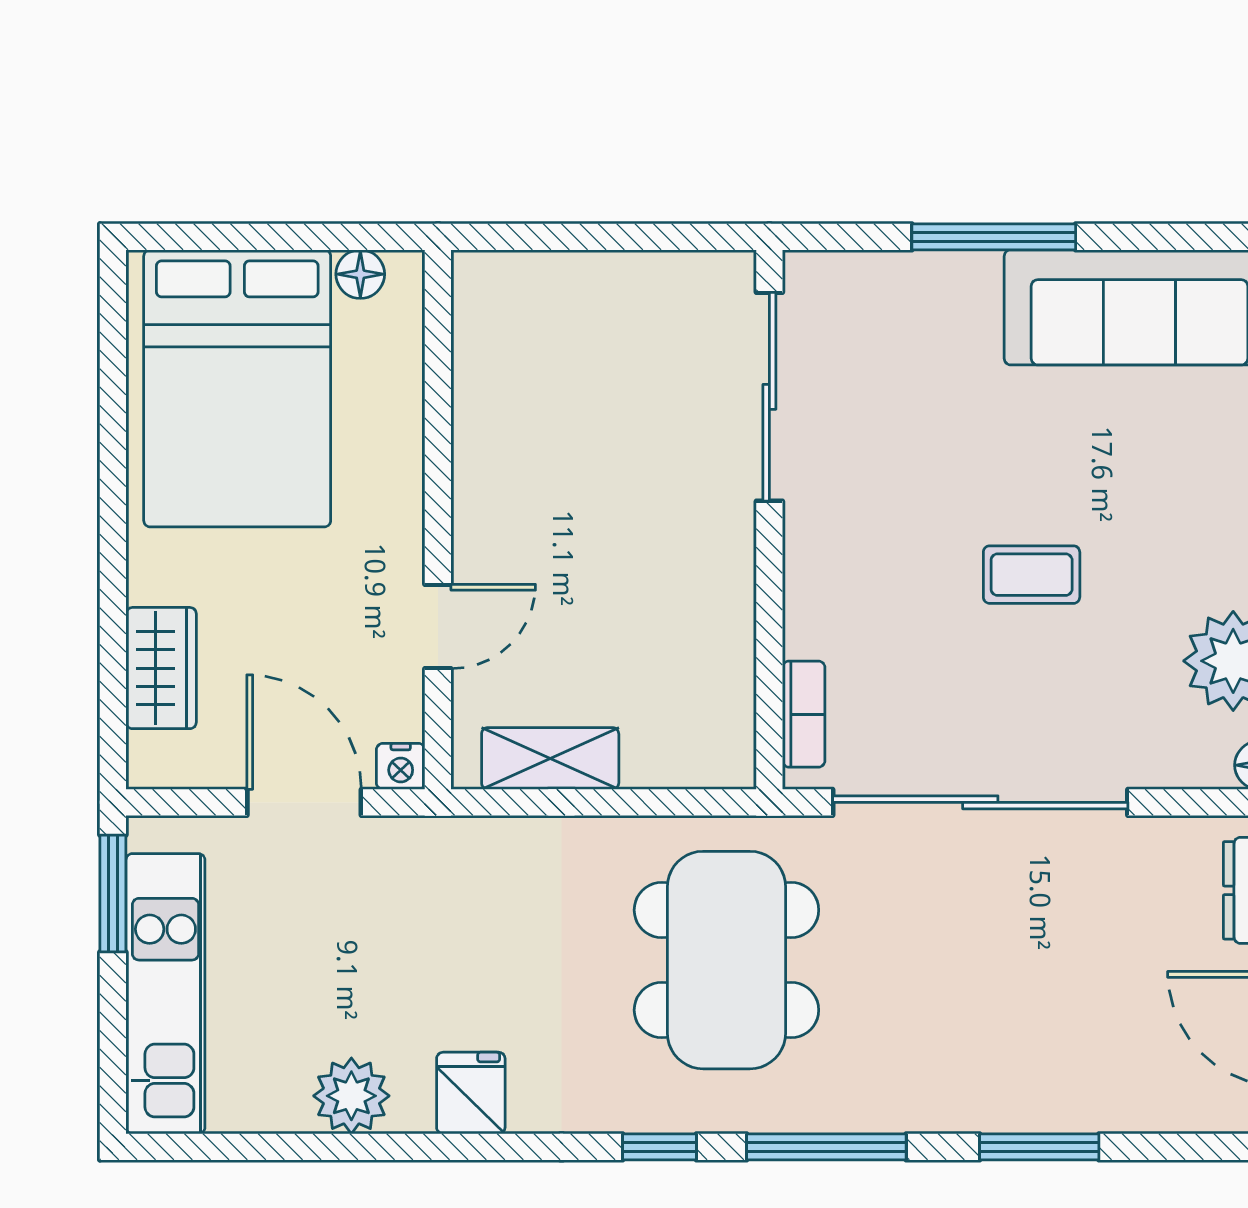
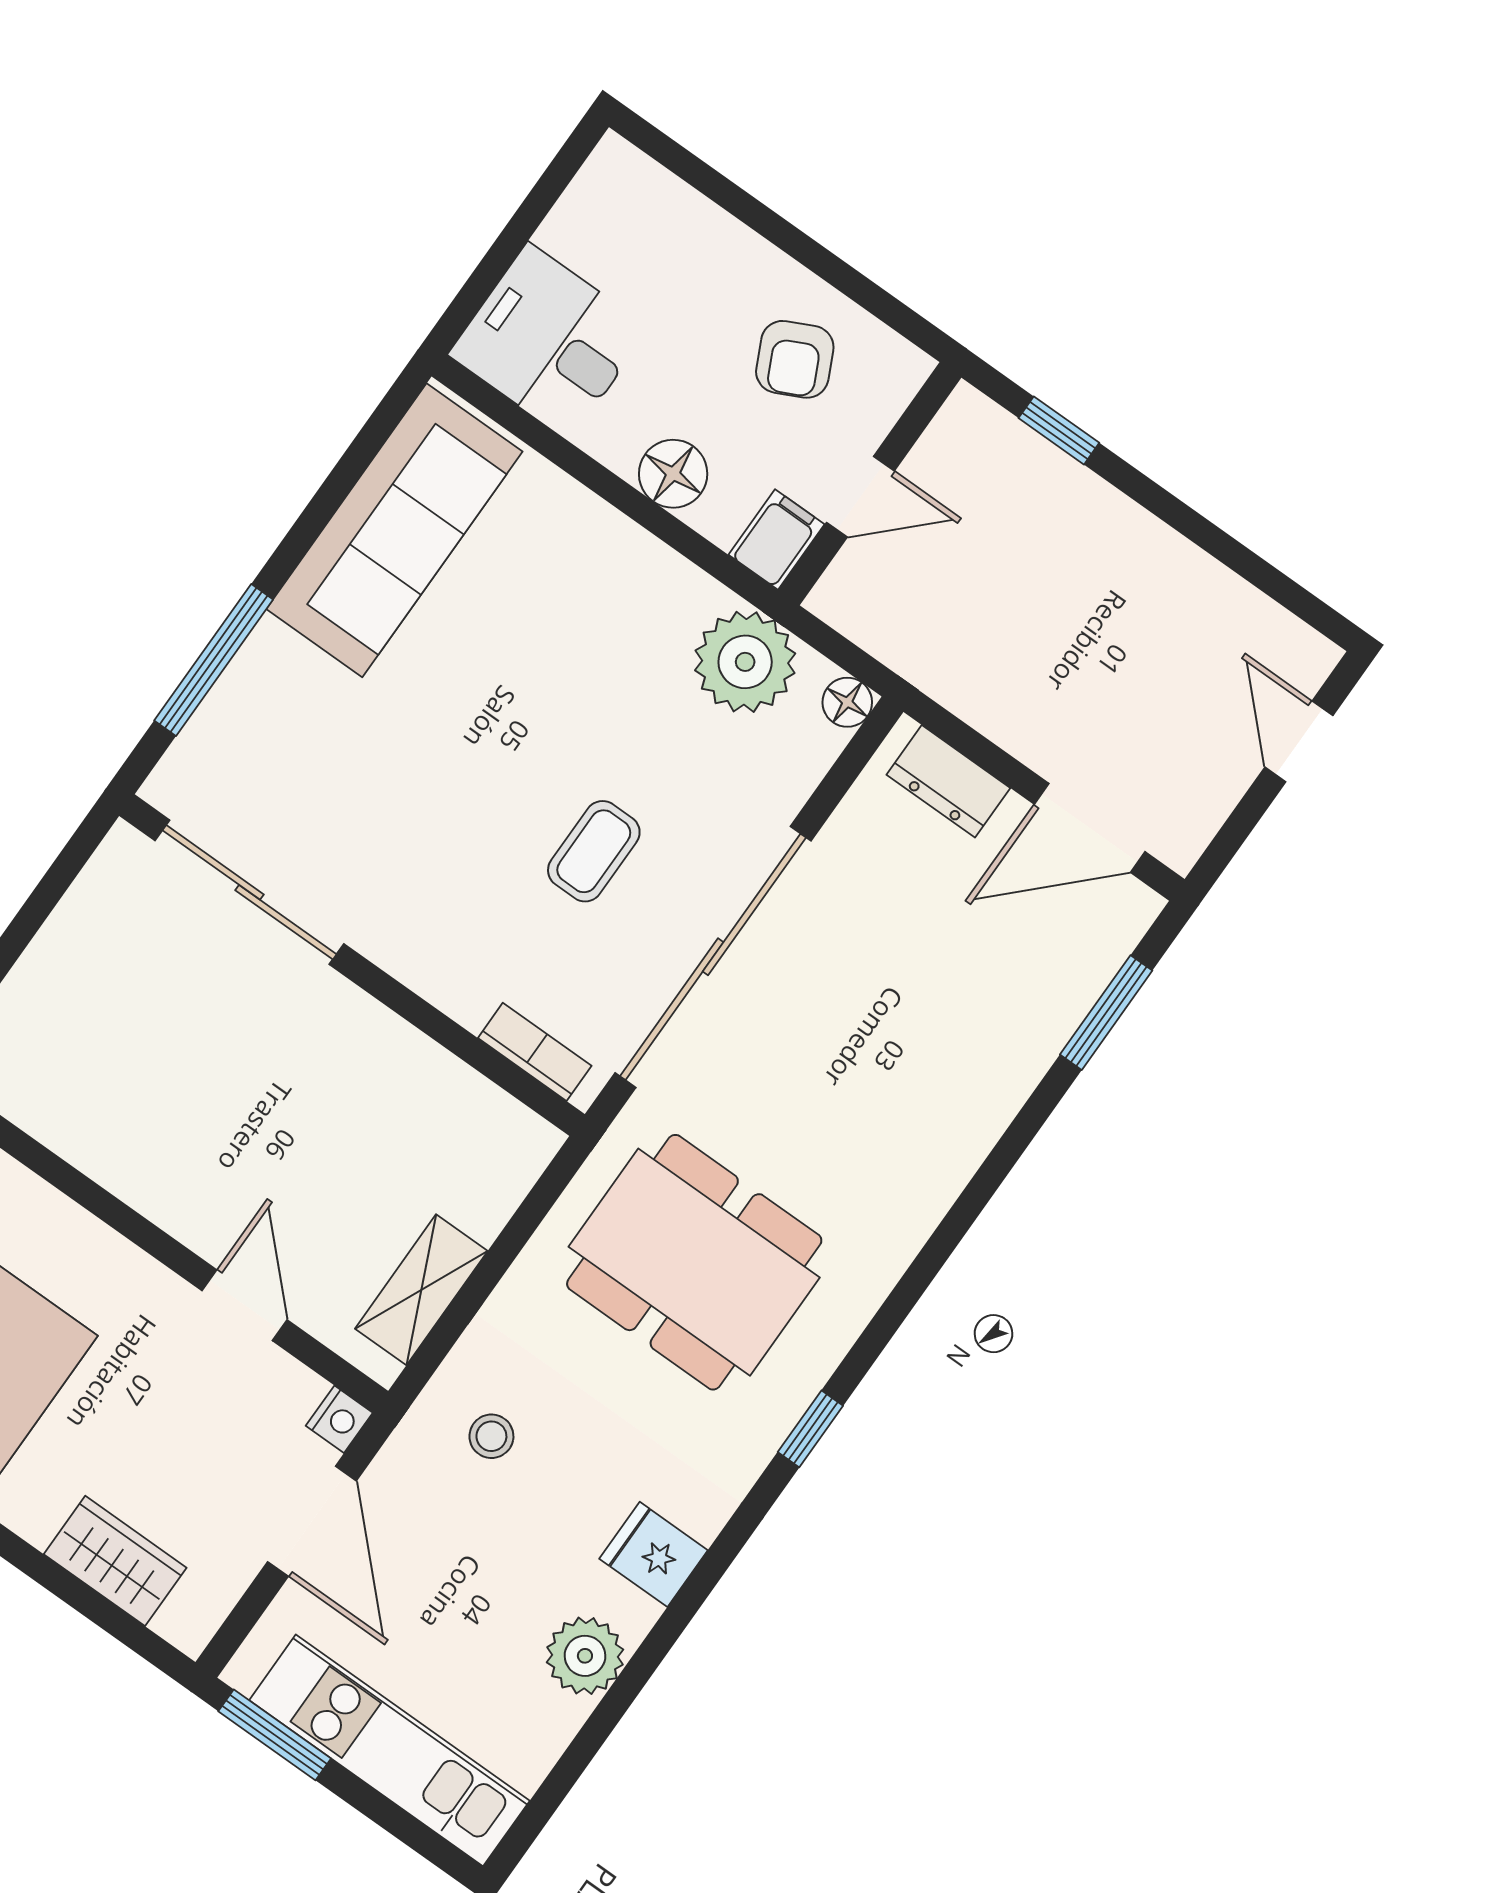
window: (994, 237) -> (214, 660), moved
coffee table: (1032, 575) -> (594, 851), moved
door: (304, 802) -> (312, 1521), swing flipped
stool: (473, 897) -> (491, 1436), added
window: (826, 1147) -> (909, 1290), removed
window: (1039, 1147) -> (1106, 1013), moved

